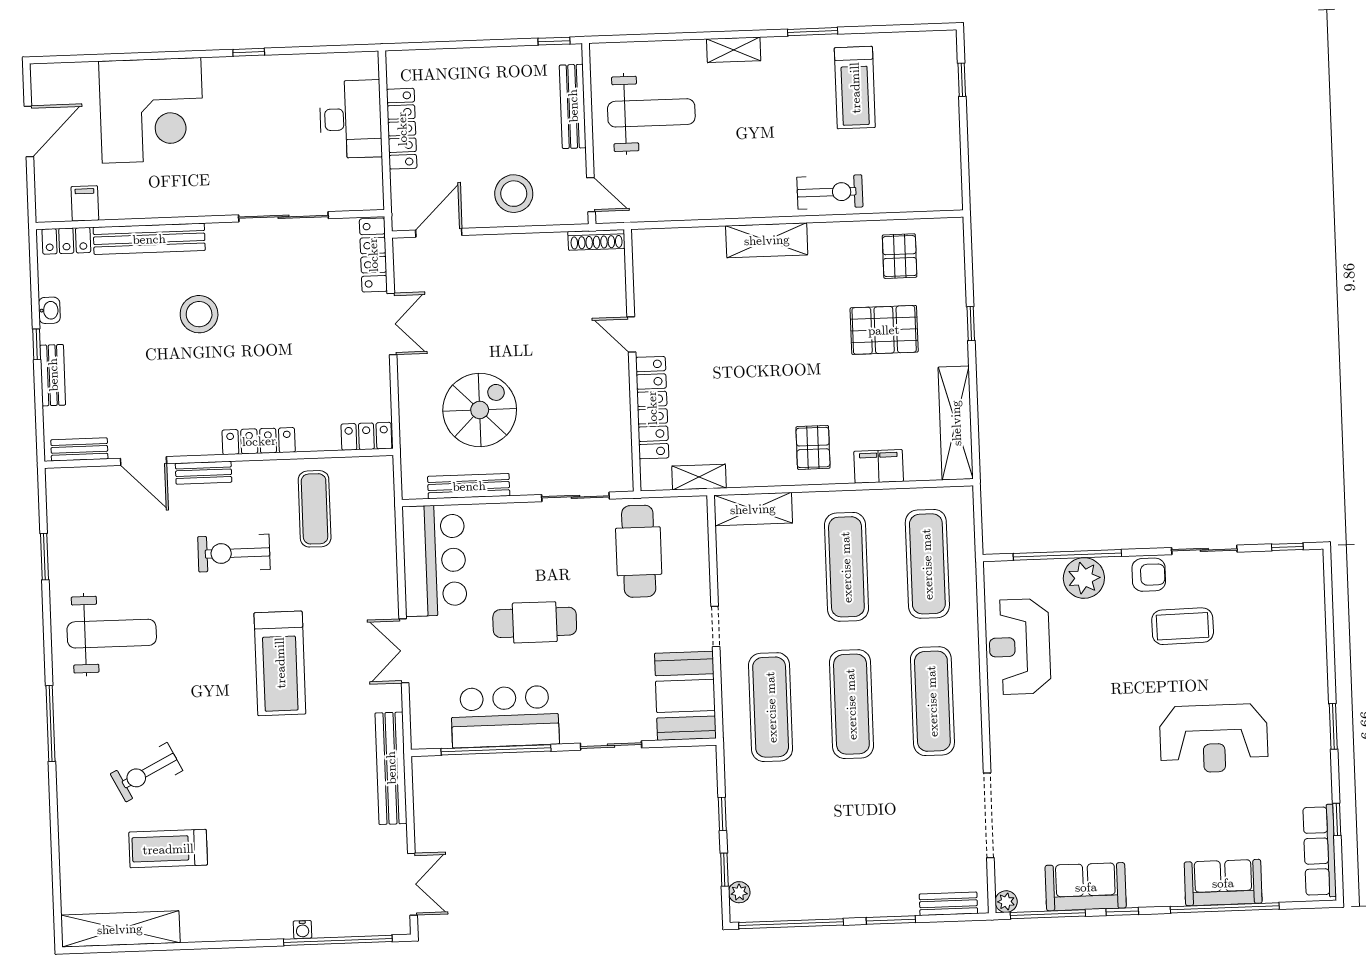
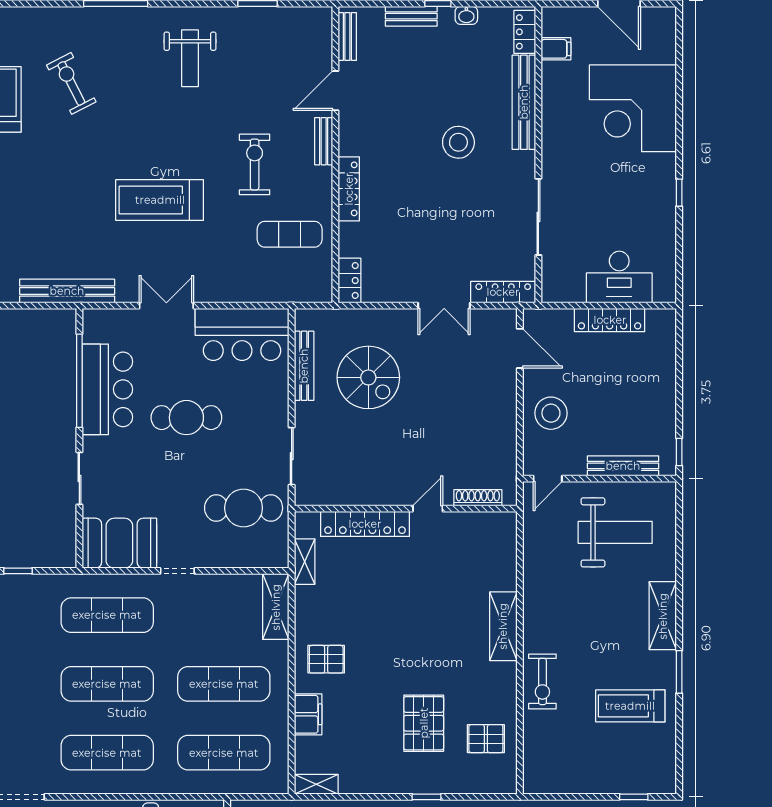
shelving: (734, 50) -> (663, 616), width x1.50, depth x1.33
weight bench: (651, 113) -> (615, 532), turned -90
shoe rack: (596, 240) -> (478, 498), moved, turned 90
shelving: (956, 423) -> (316, 784), width x0.45, depth x0.75
cafe table: (535, 622) -> (186, 418), turned 90
weight bench: (112, 634) -> (190, 58), width x0.73, depth x0.75

